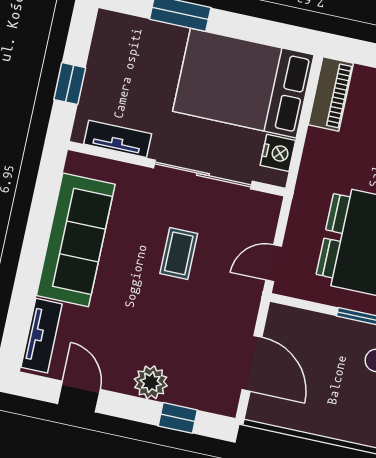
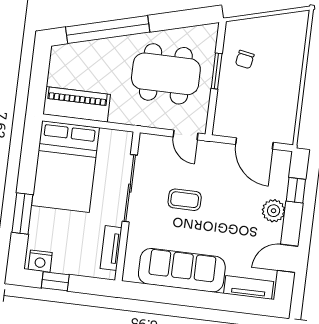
window: (70, 84) -> (55, 281), moved
piano: (331, 94) -> (77, 104), width x1.37, depth x1.33
nightstand: (278, 153) -> (40, 261), moved, turned 180
door: (252, 363) -> (254, 143), swing flipped

